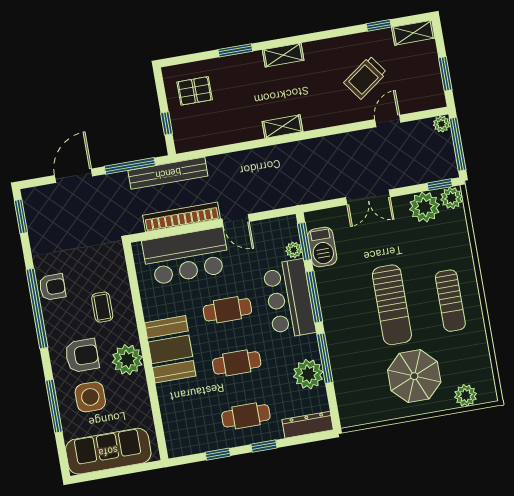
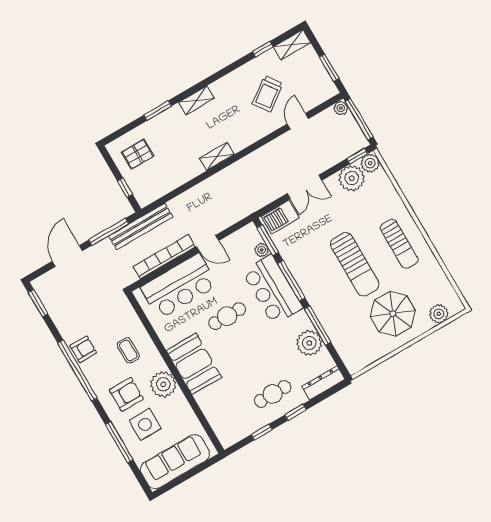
barbecue: (322, 247) -> (280, 217), moved, turned 90
cafe table: (237, 363) -> (250, 355), removed

